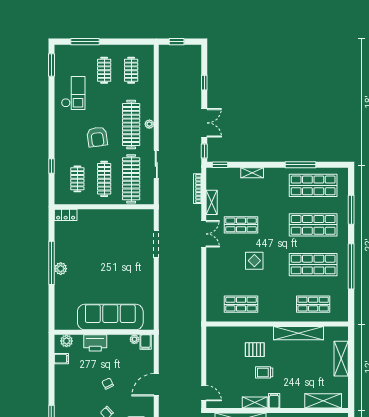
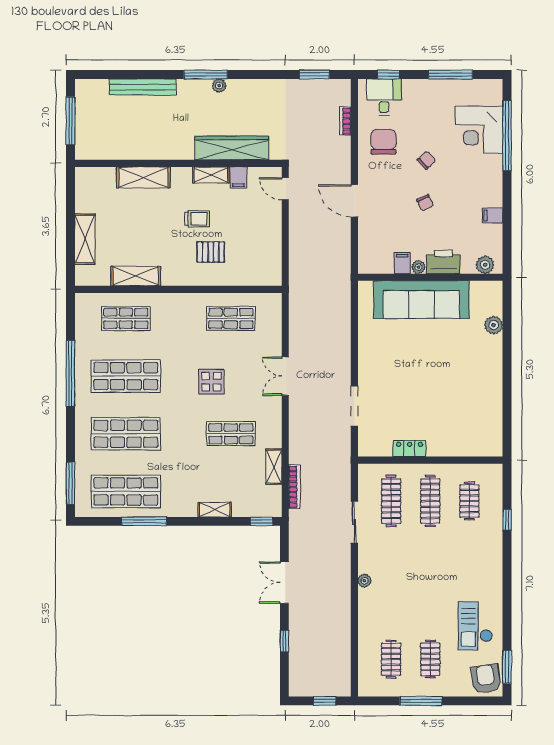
window: (85, 42) -> (421, 701), moved
clothes rail: (131, 125) -> (391, 580), removed
armchair: (97, 137) -> (486, 679), moved
window: (204, 151) -> (284, 542), removed
clothes rail: (131, 179) -> (391, 501), width x0.73, depth x0.76
window: (351, 210) -> (70, 483), moved
locker: (66, 215) -> (410, 448), moved
double door: (204, 234) -> (285, 376), moved
window: (51, 263) -> (507, 378), removed
plant: (61, 269) -> (494, 325), moved
shelving: (298, 333) -> (136, 276), width x0.68
plant: (134, 339) -> (419, 267), moved
filing cabinet: (146, 342) -> (402, 263), moved
filing cabinet: (61, 359) -> (493, 216), moved
door: (156, 385) -> (354, 201), swing flipped
filing cabinet: (274, 401) -> (238, 178), moved
shelving: (323, 401) -> (143, 177), moved

